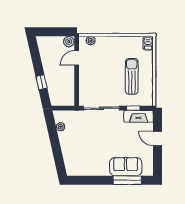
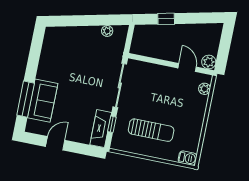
door: (157, 138) -> (55, 143), moved

